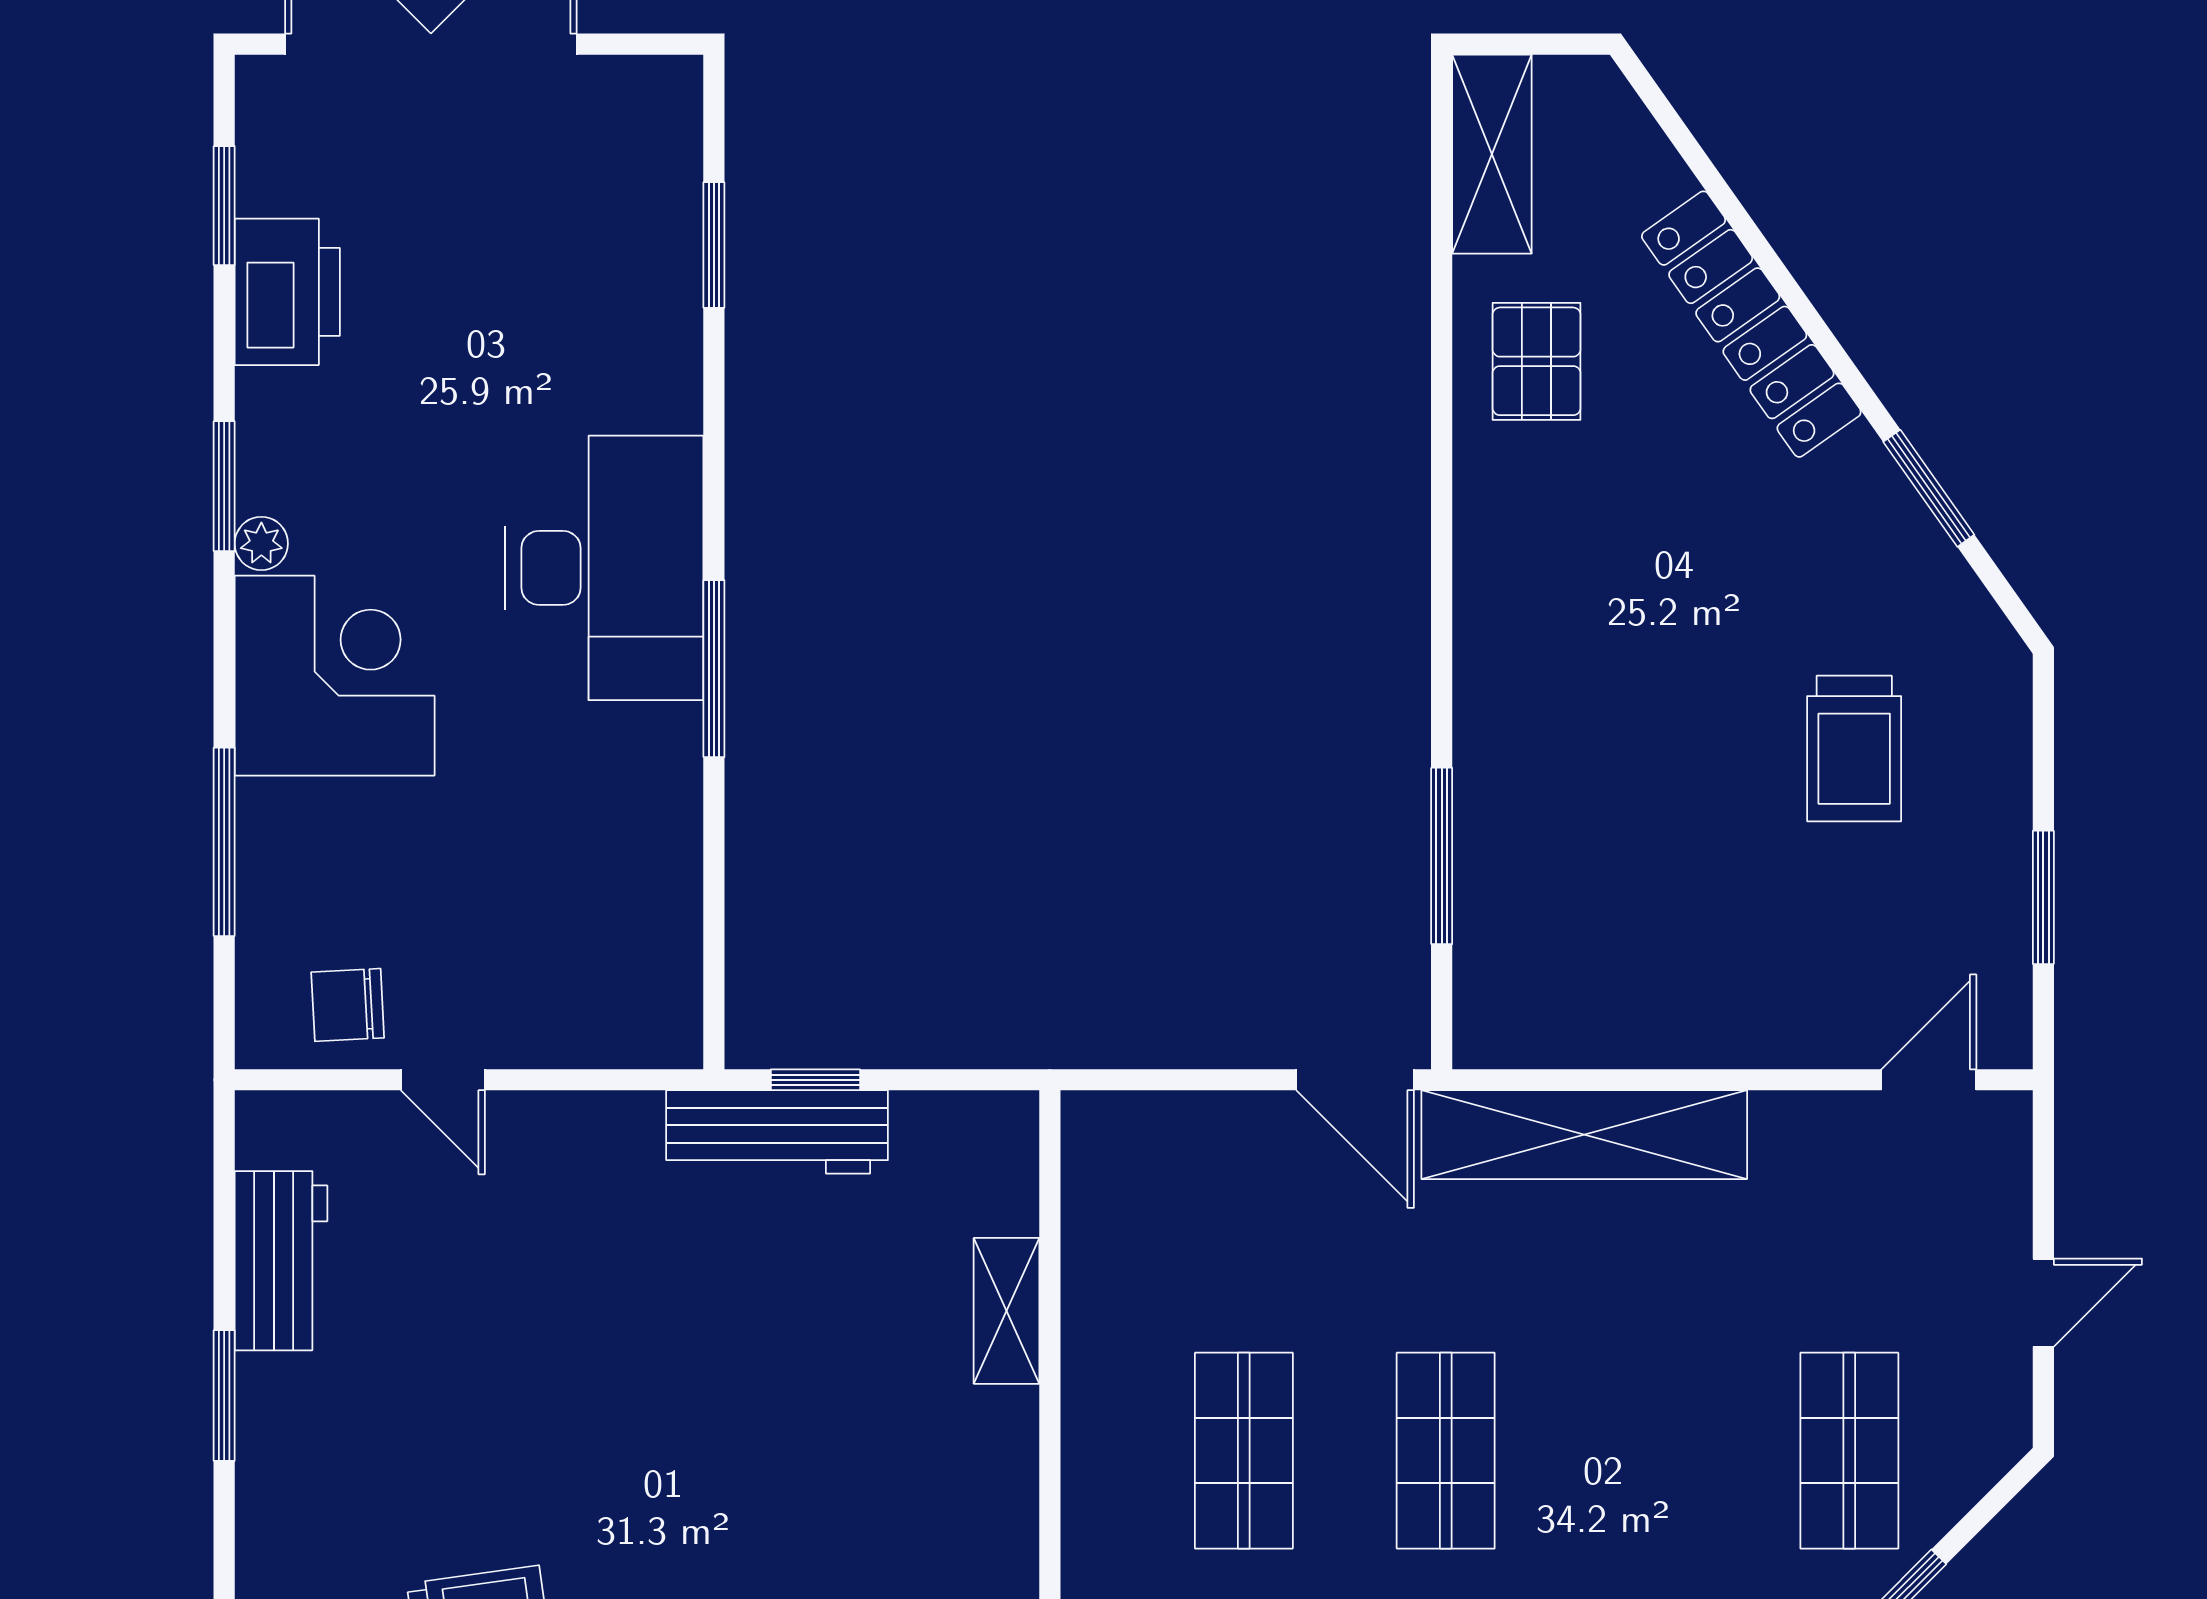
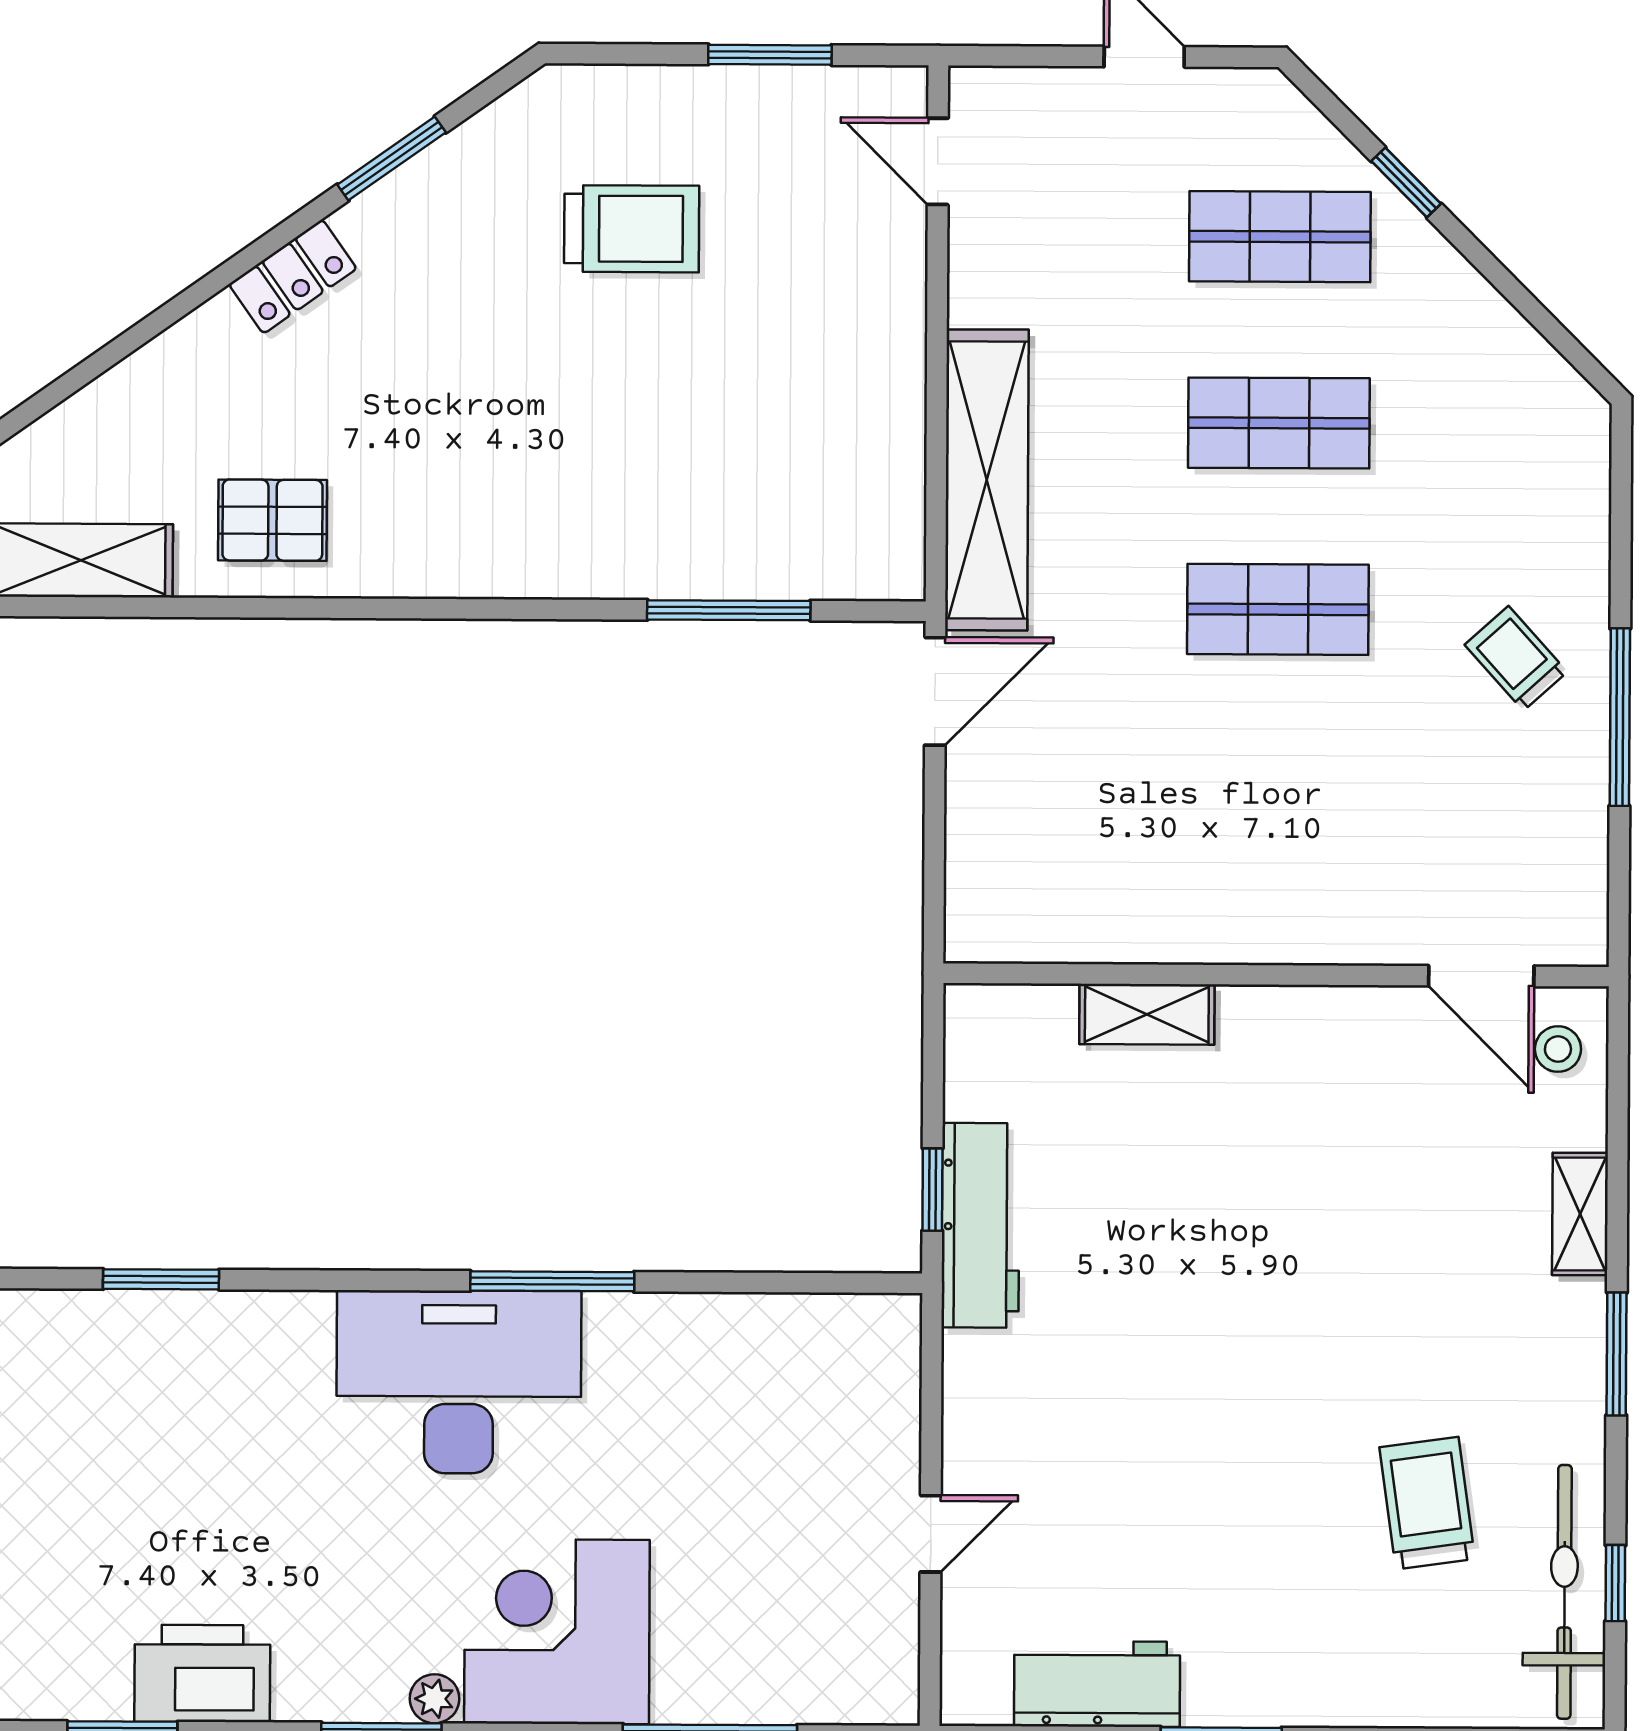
locker: (1751, 324) -> (293, 276), width x0.46, depth x0.83
chair: (348, 1005) -> (861, 1621), removed
shop shelf: (1244, 1451) -> (1279, 423), moved

